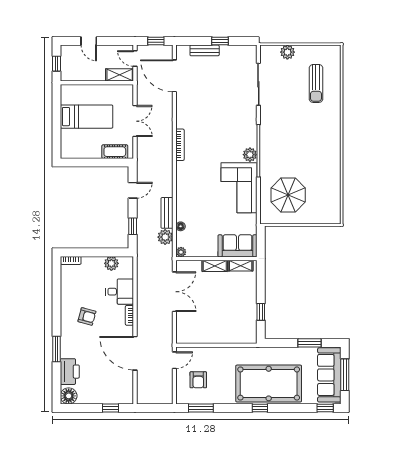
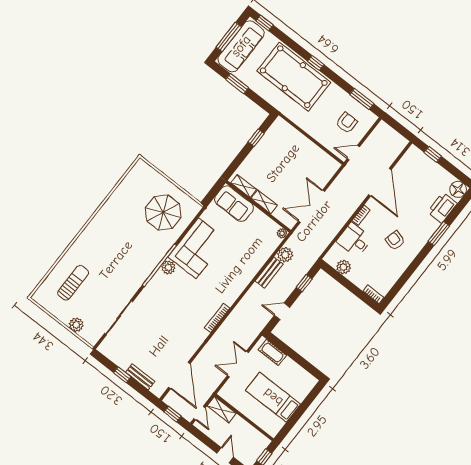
floor lamp: (181, 226) -> (267, 254), removed

